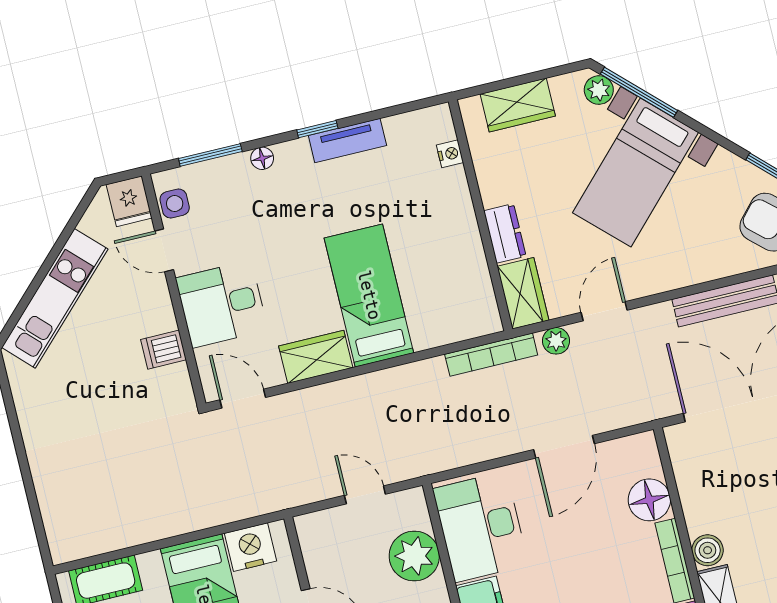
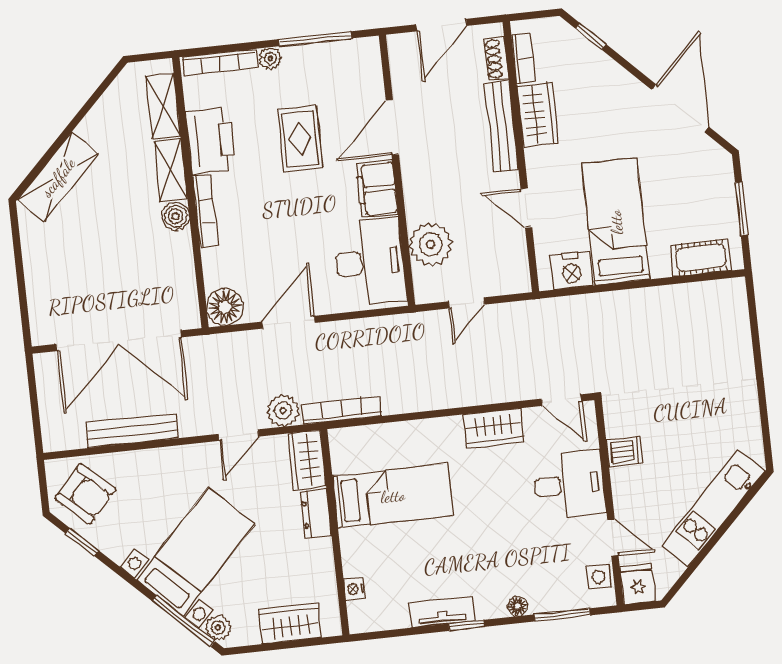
bed: (369, 295) -> (393, 496), moved, turned -90
plant: (556, 341) -> (283, 411), width x1.38, depth x1.38
door: (365, 495) -> (466, 303), hinge flipped
floor lamp: (649, 500) -> (225, 307), moved

